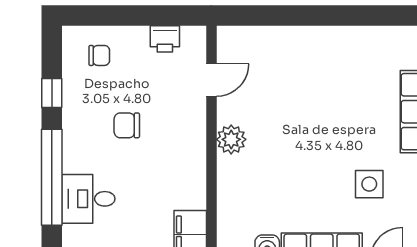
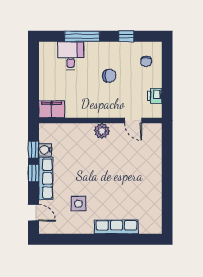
chair: (127, 125) -> (109, 76), turned 90
window: (52, 177) -> (82, 36), width x0.68

